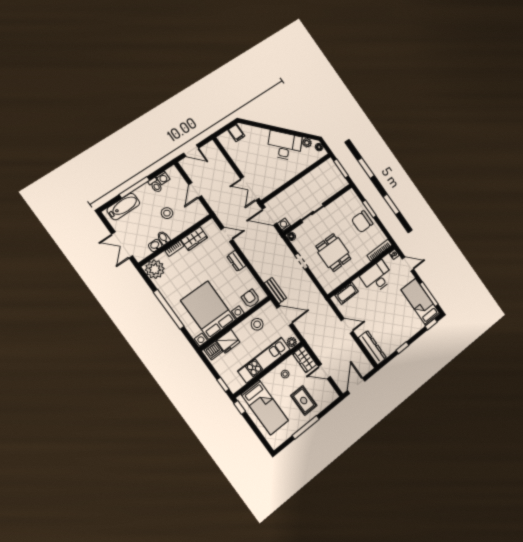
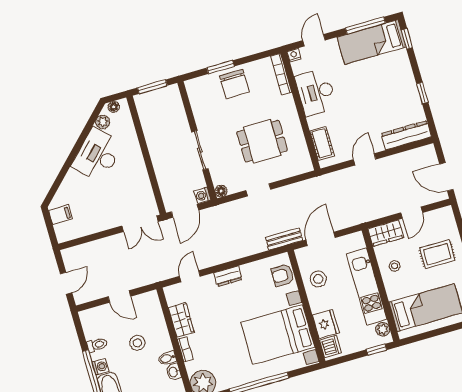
washing machine: (163, 178) -> (100, 367), moved
plant: (292, 342) -> (383, 329), moved
window: (240, 407) -> (413, 339), removed

